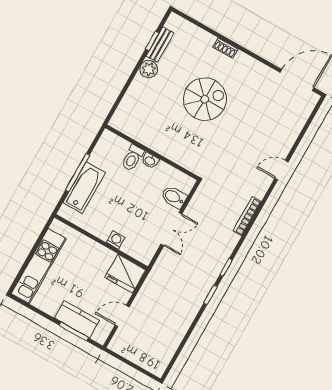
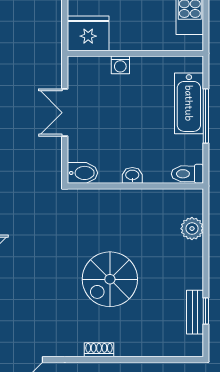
shoe rack: (225, 48) -> (99, 350), moved
plant: (149, 69) -> (192, 229), moved
toilet: (133, 158) -> (187, 174), moved, turned -90
bidet: (174, 197) -> (82, 173), moved

